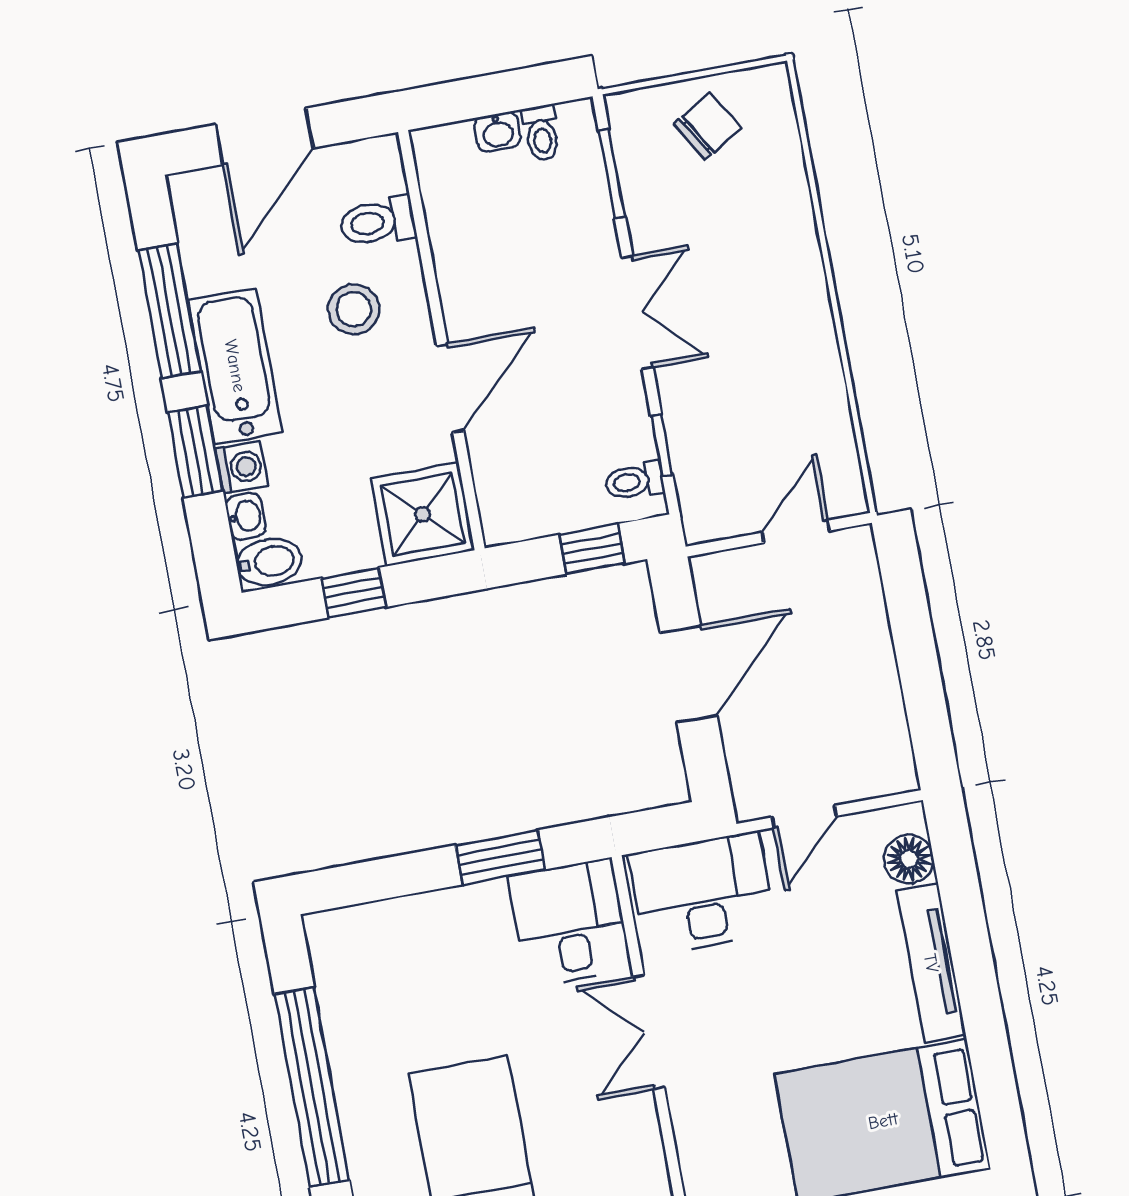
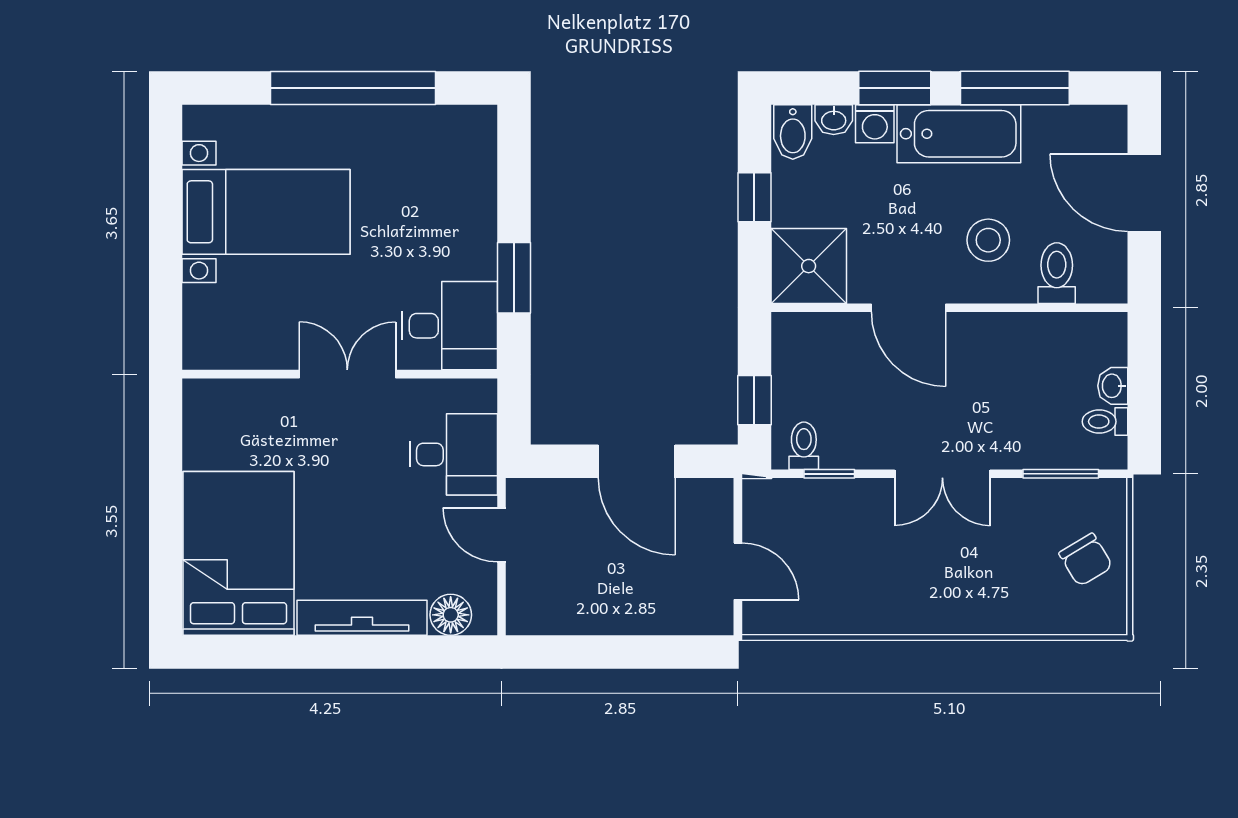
desk: (702, 894) -> (454, 454), width x0.73

